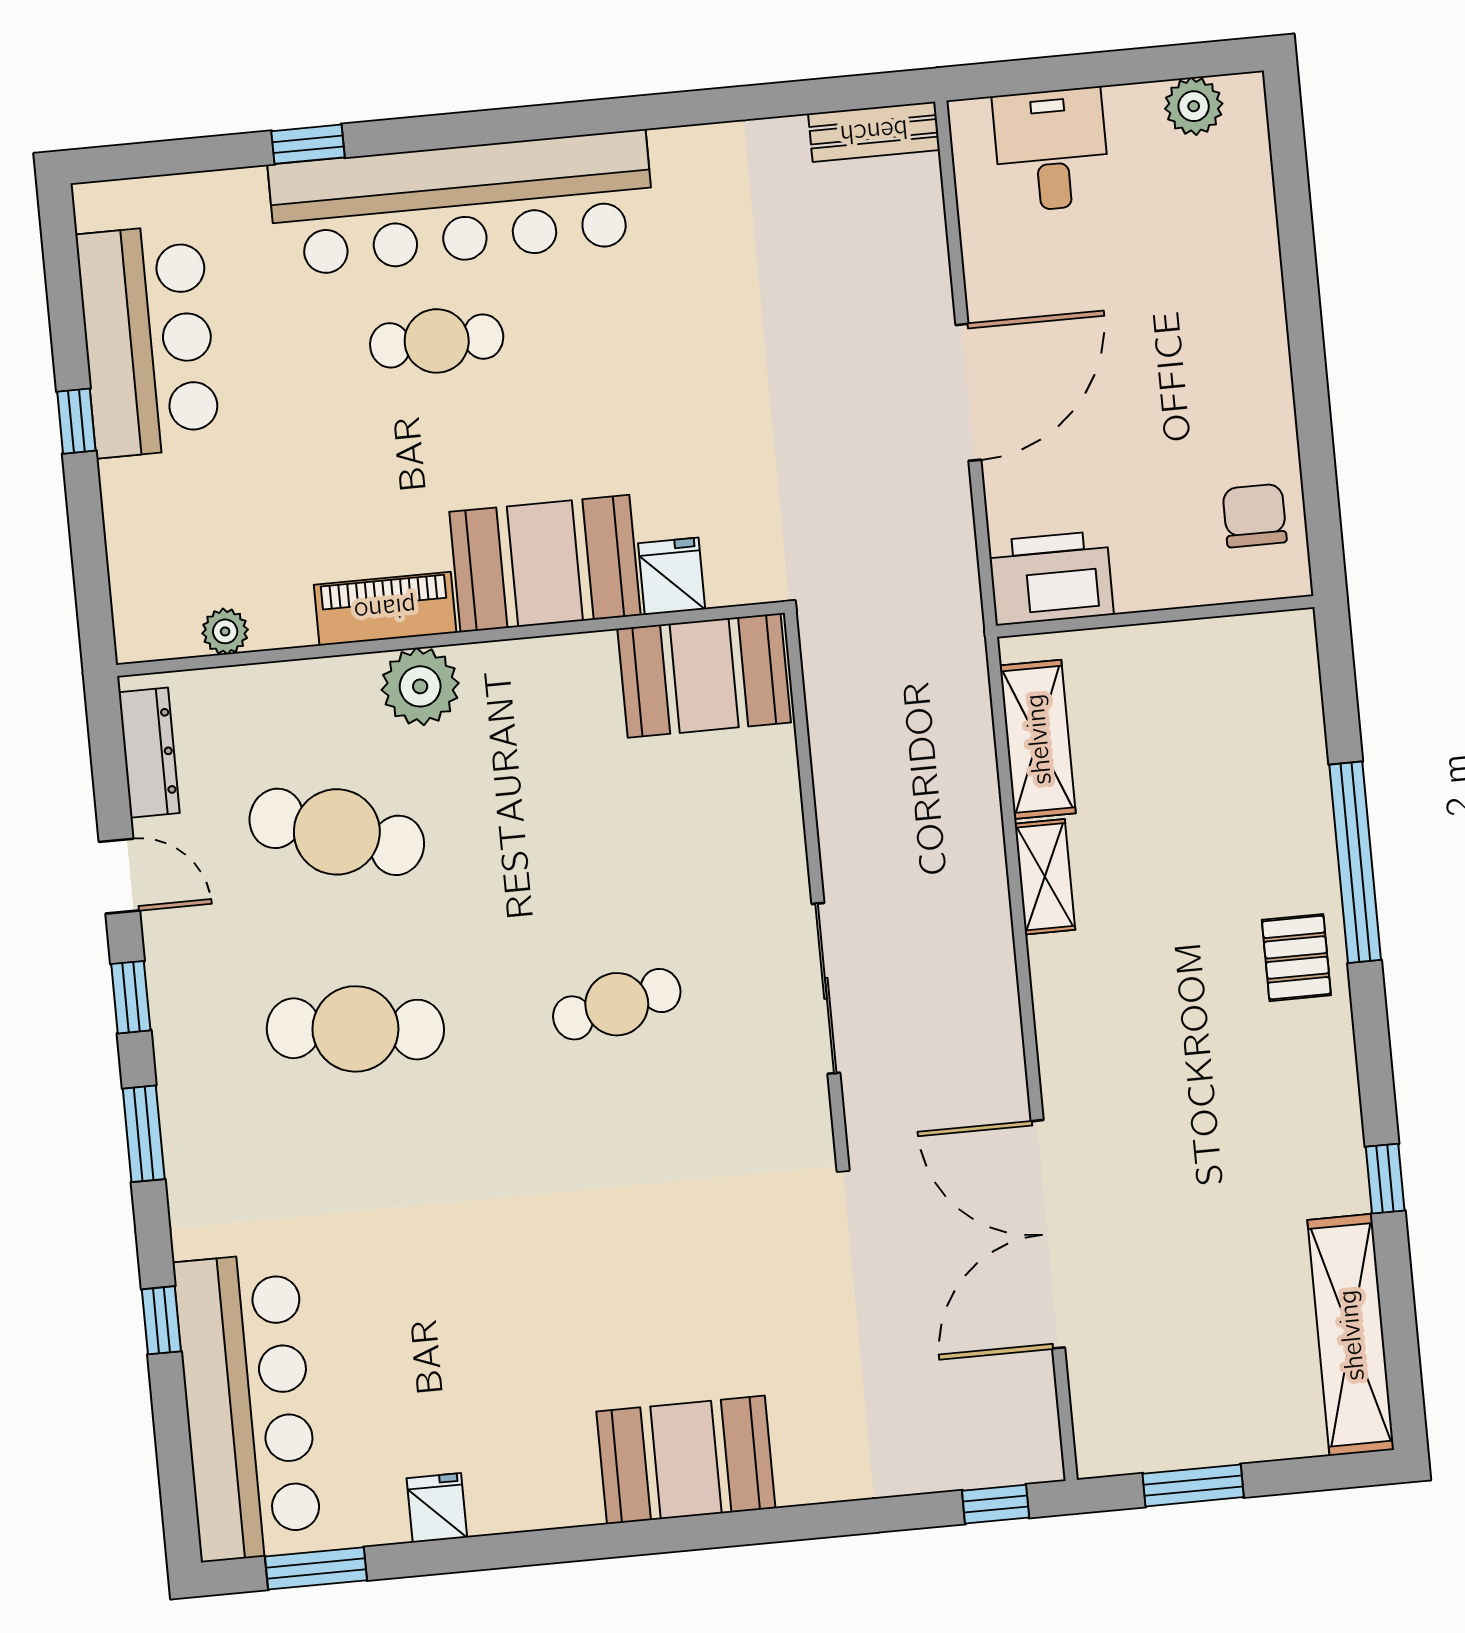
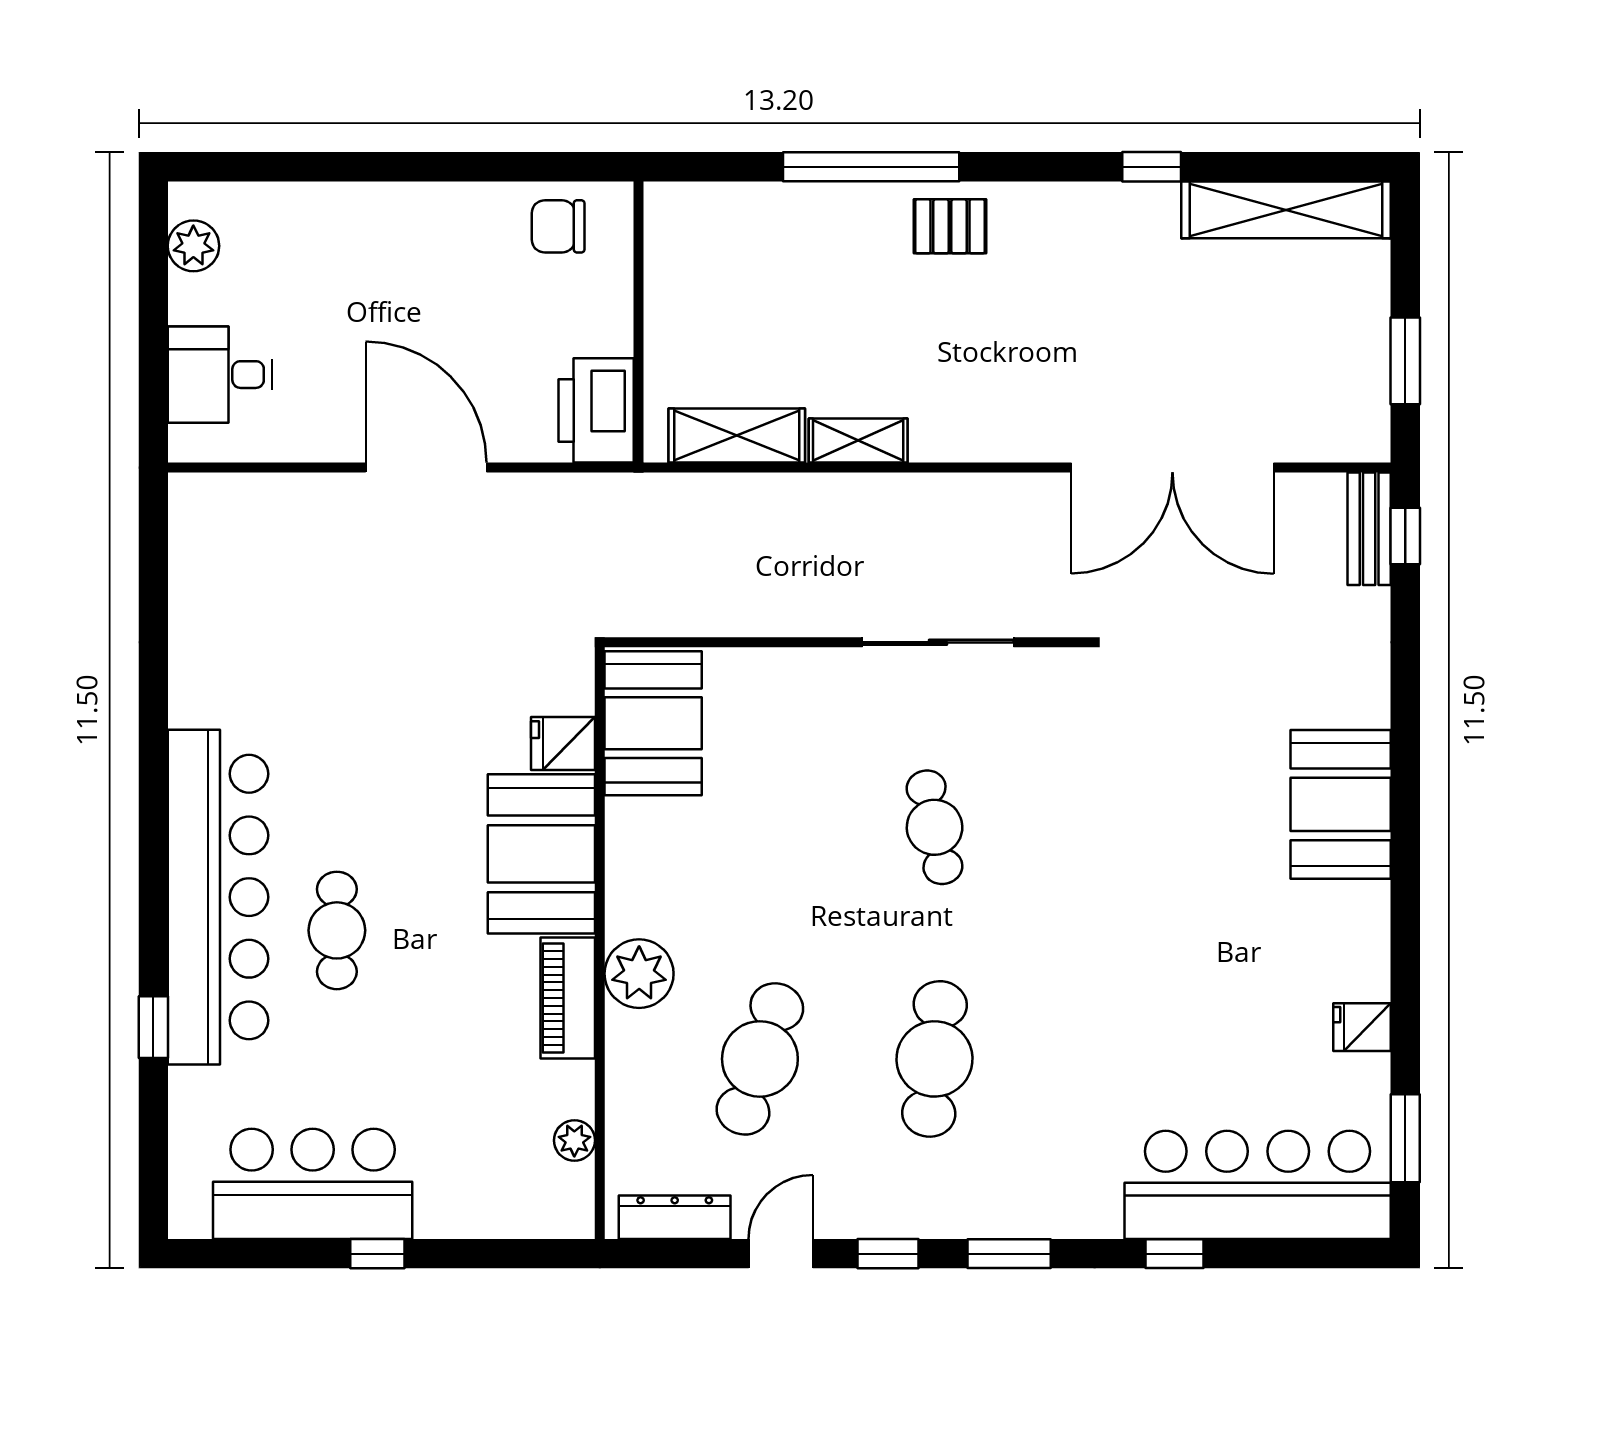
bench: (874, 132) -> (1369, 529), moved

